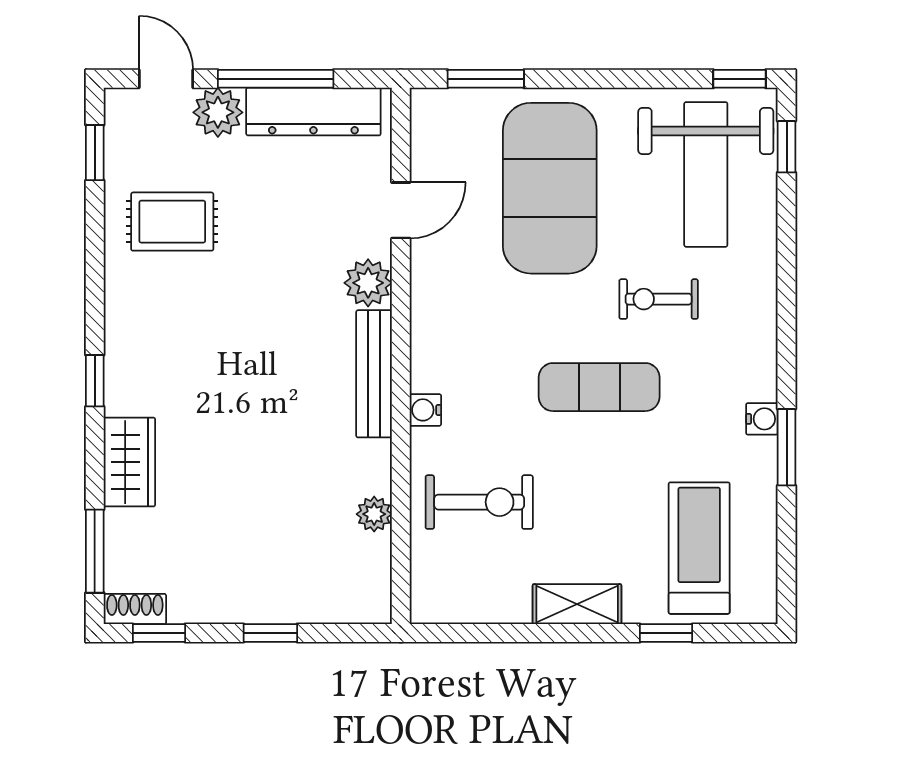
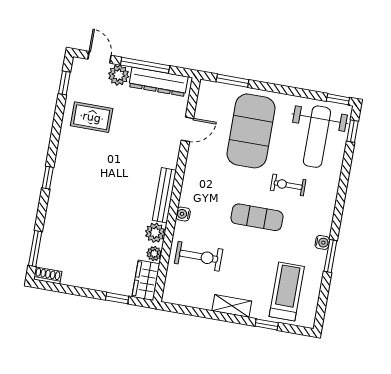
plant: (368, 283) -> (155, 233), moved
wardrobe: (129, 462) -> (146, 280), moved, turned 180
window: (159, 633) -> (56, 287), removed
window: (270, 633) -> (117, 298), moved

